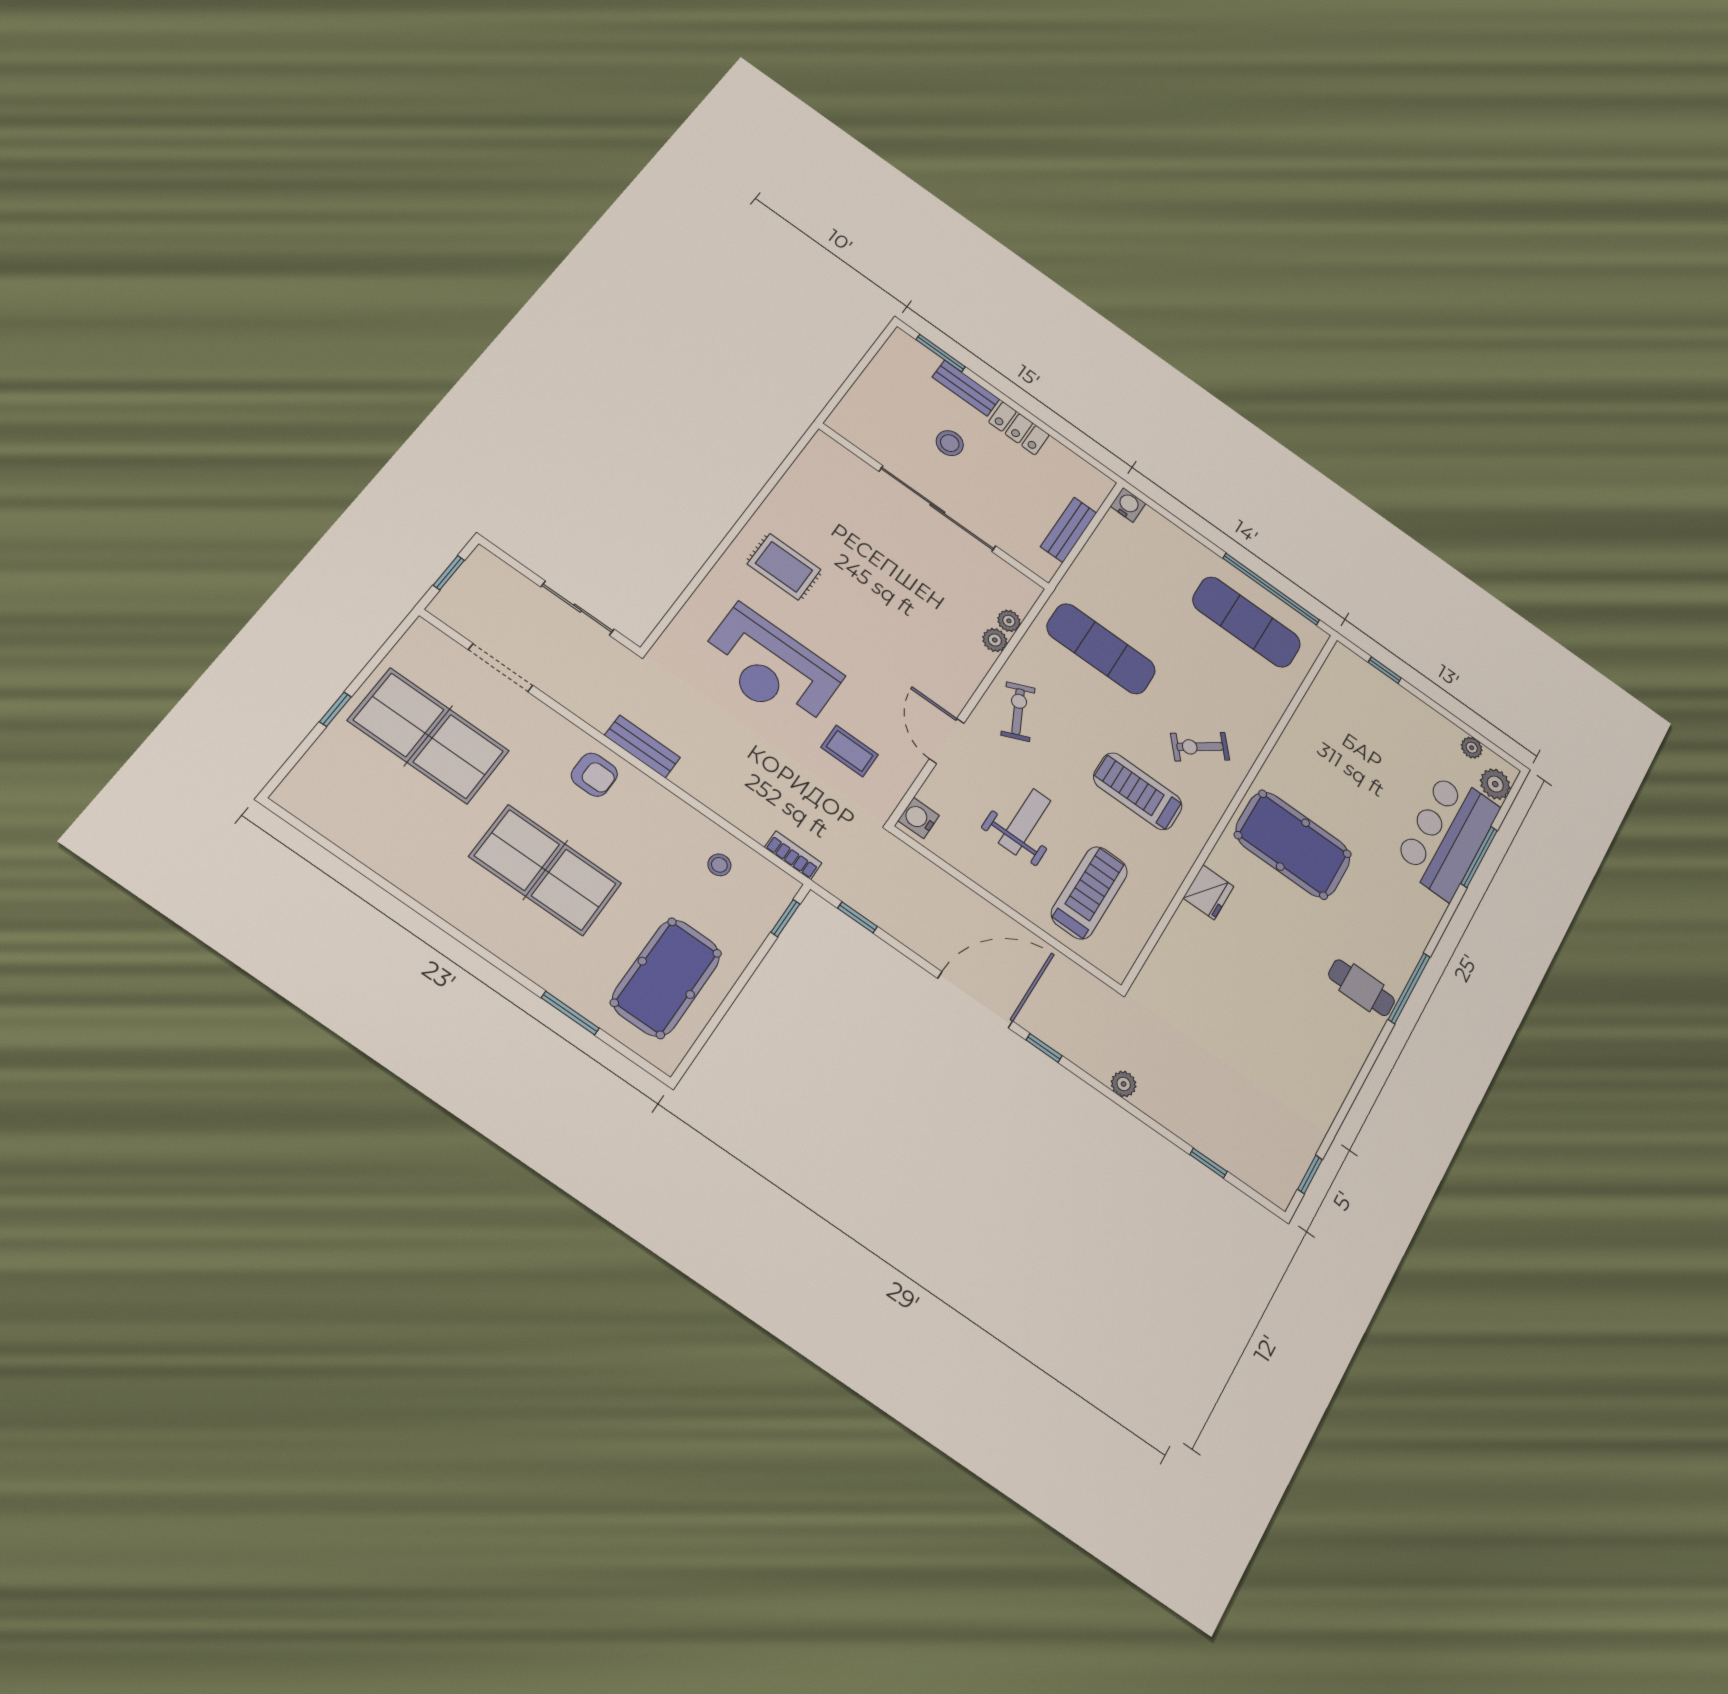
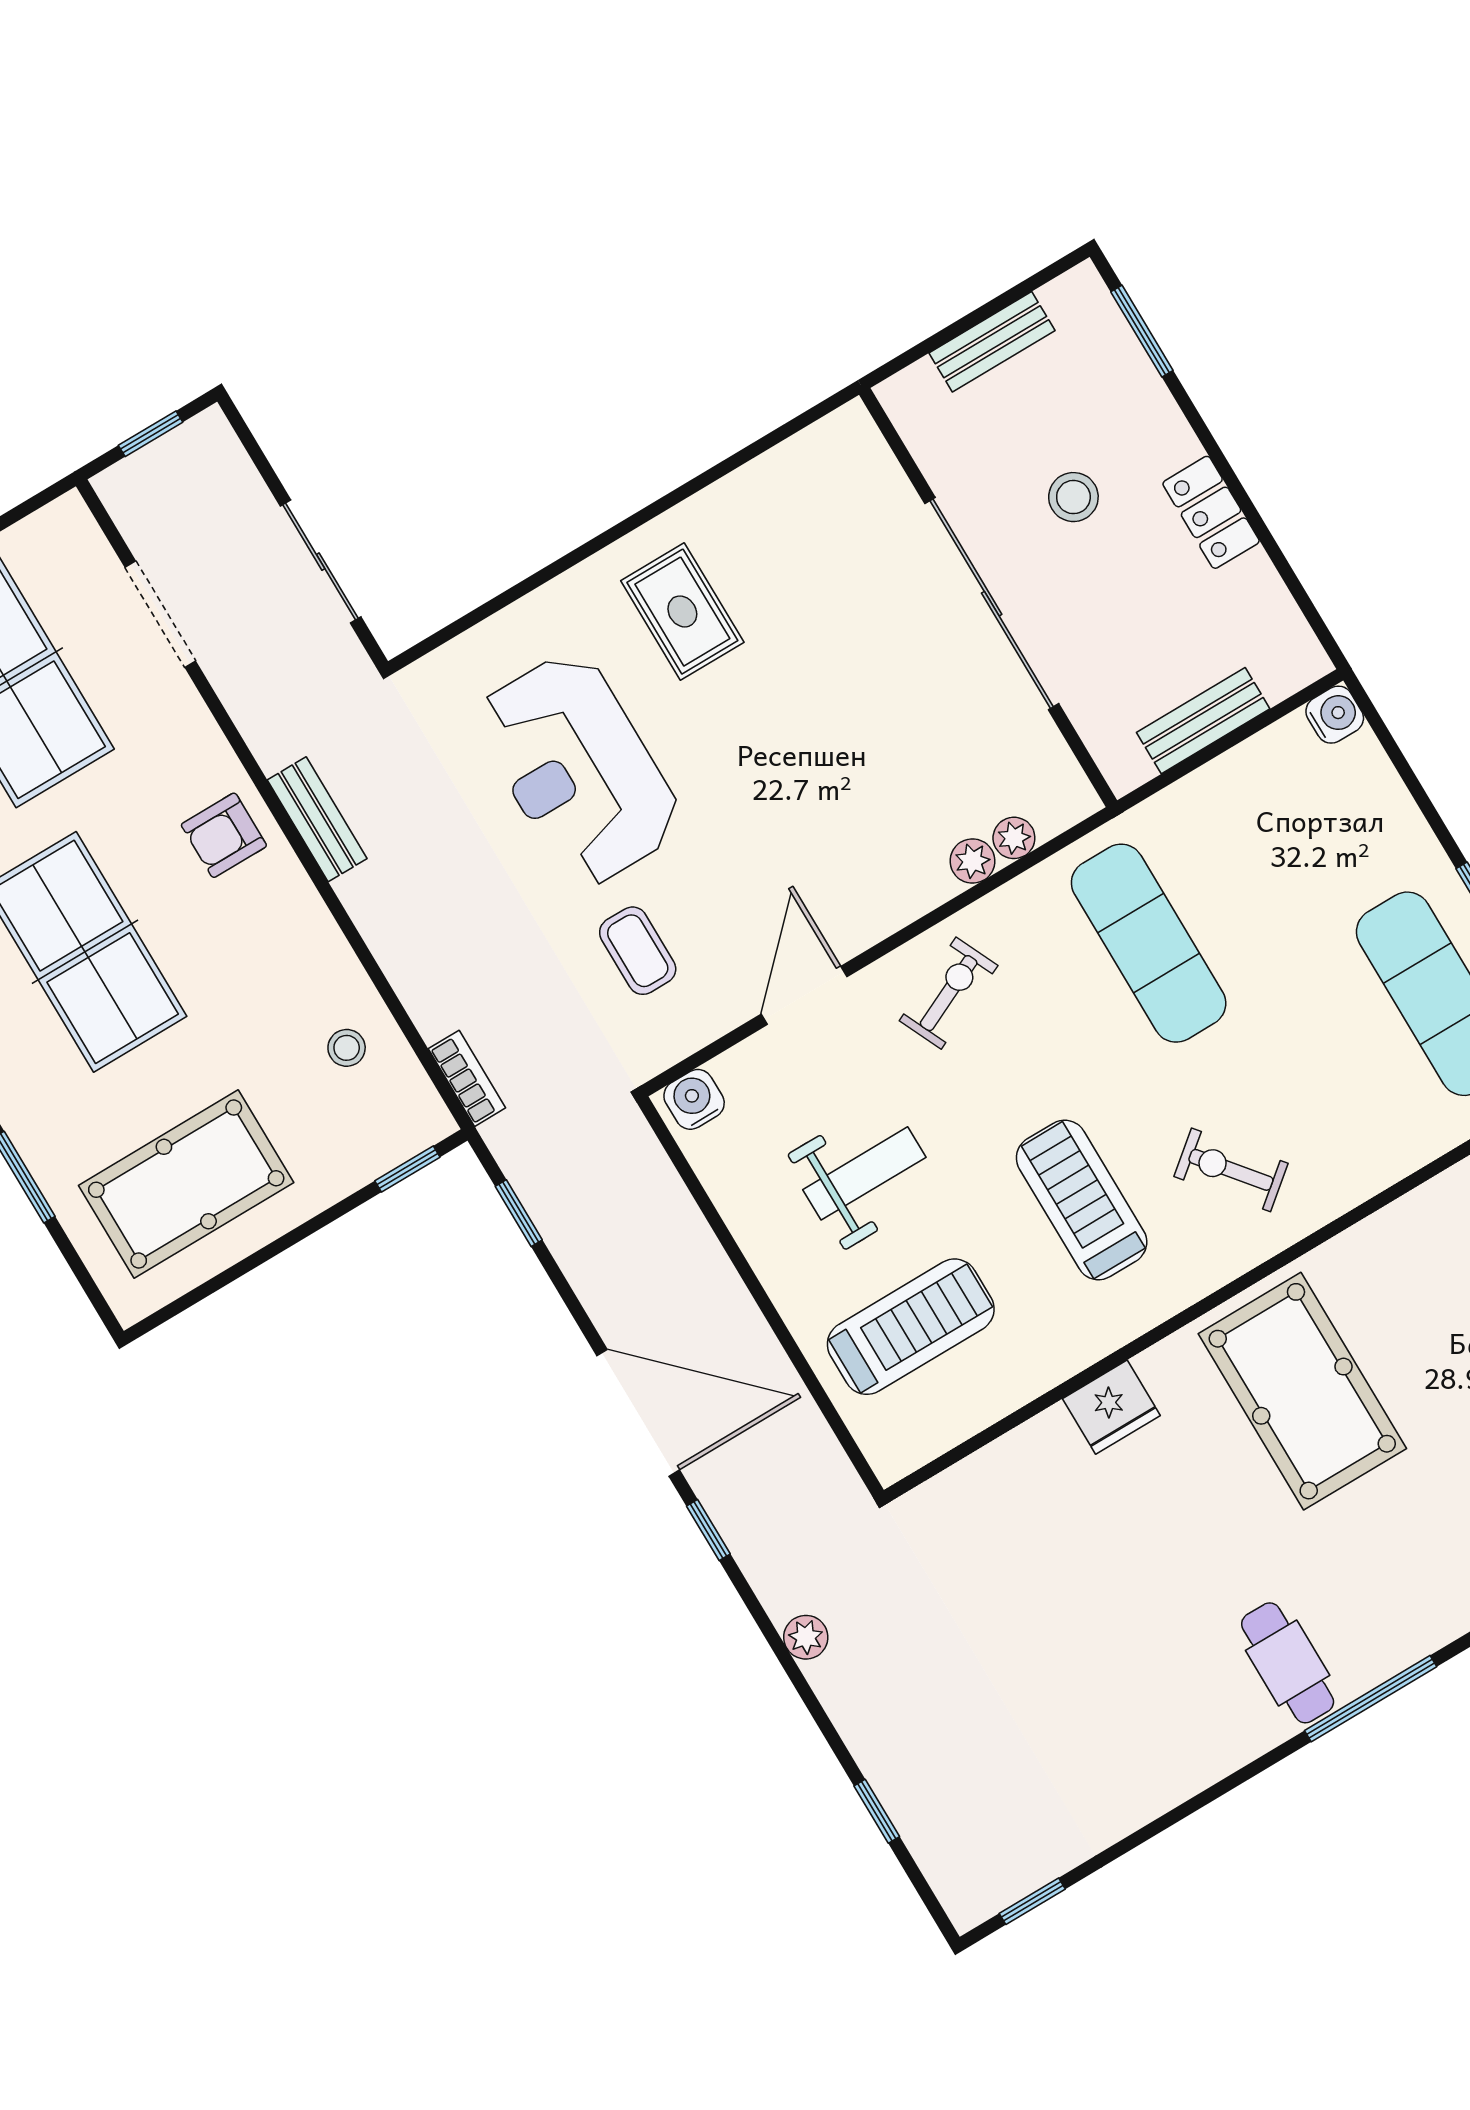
bench: (966, 388) -> (992, 342), moved, turned 90
armchair: (594, 775) -> (224, 835), turned 90

